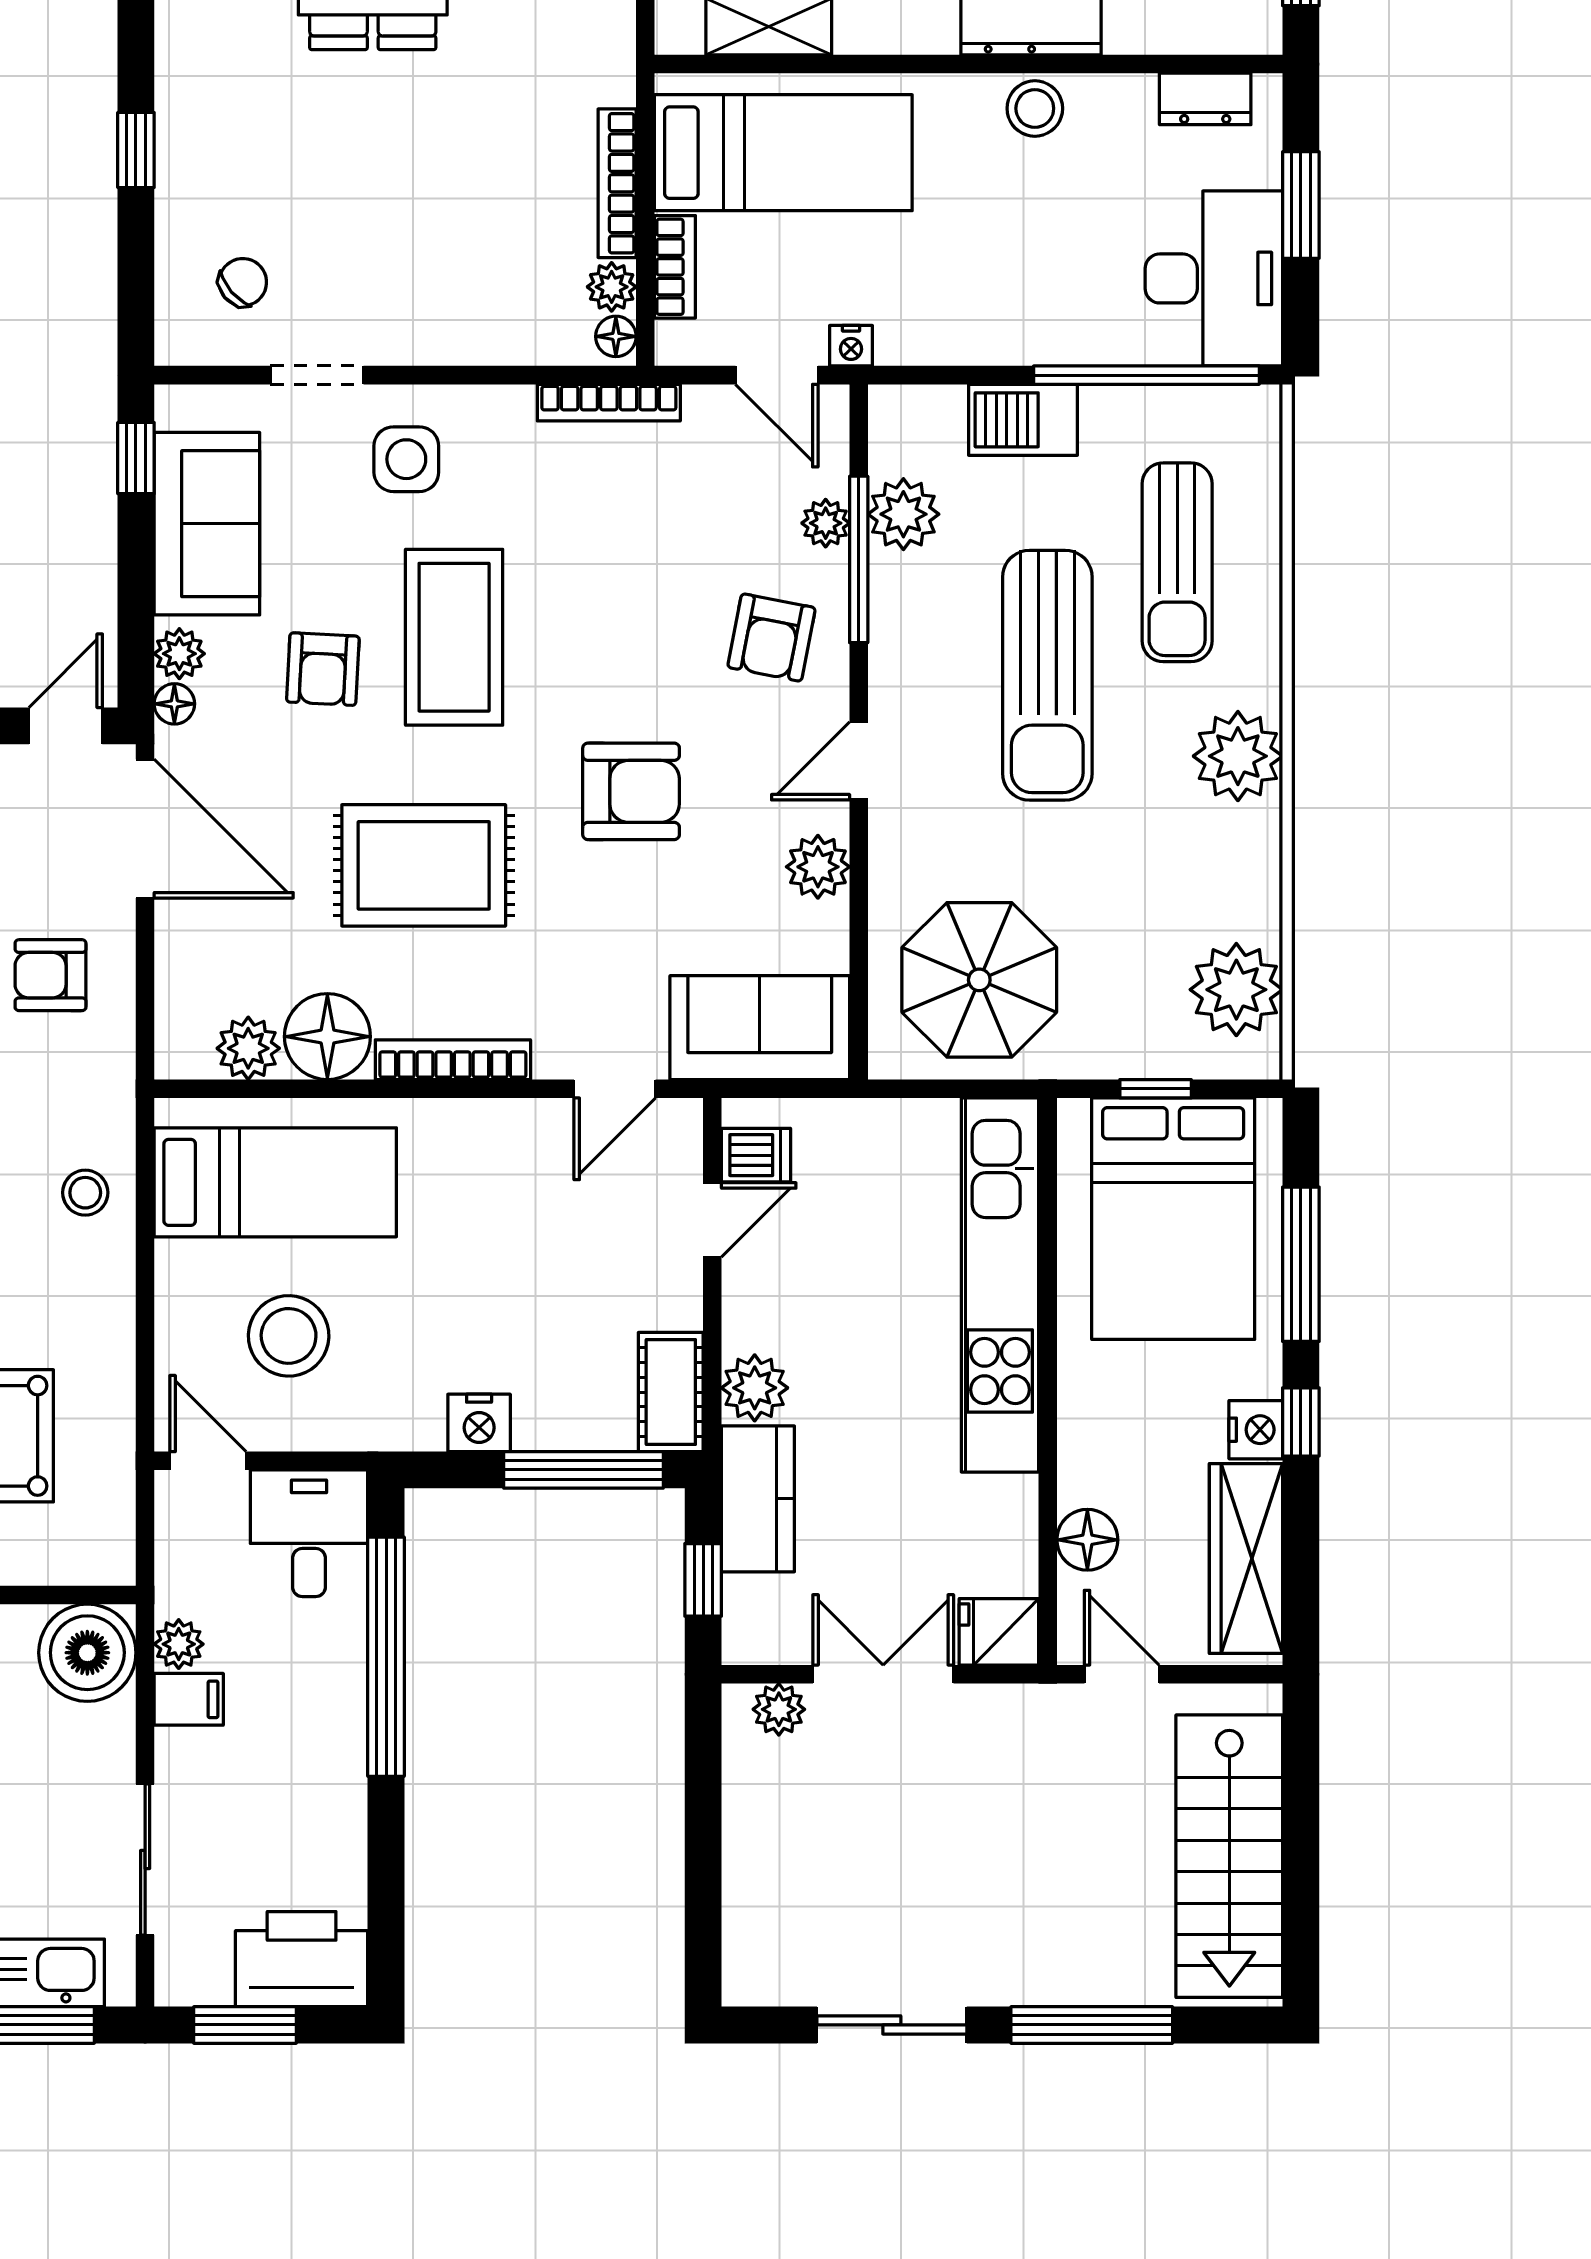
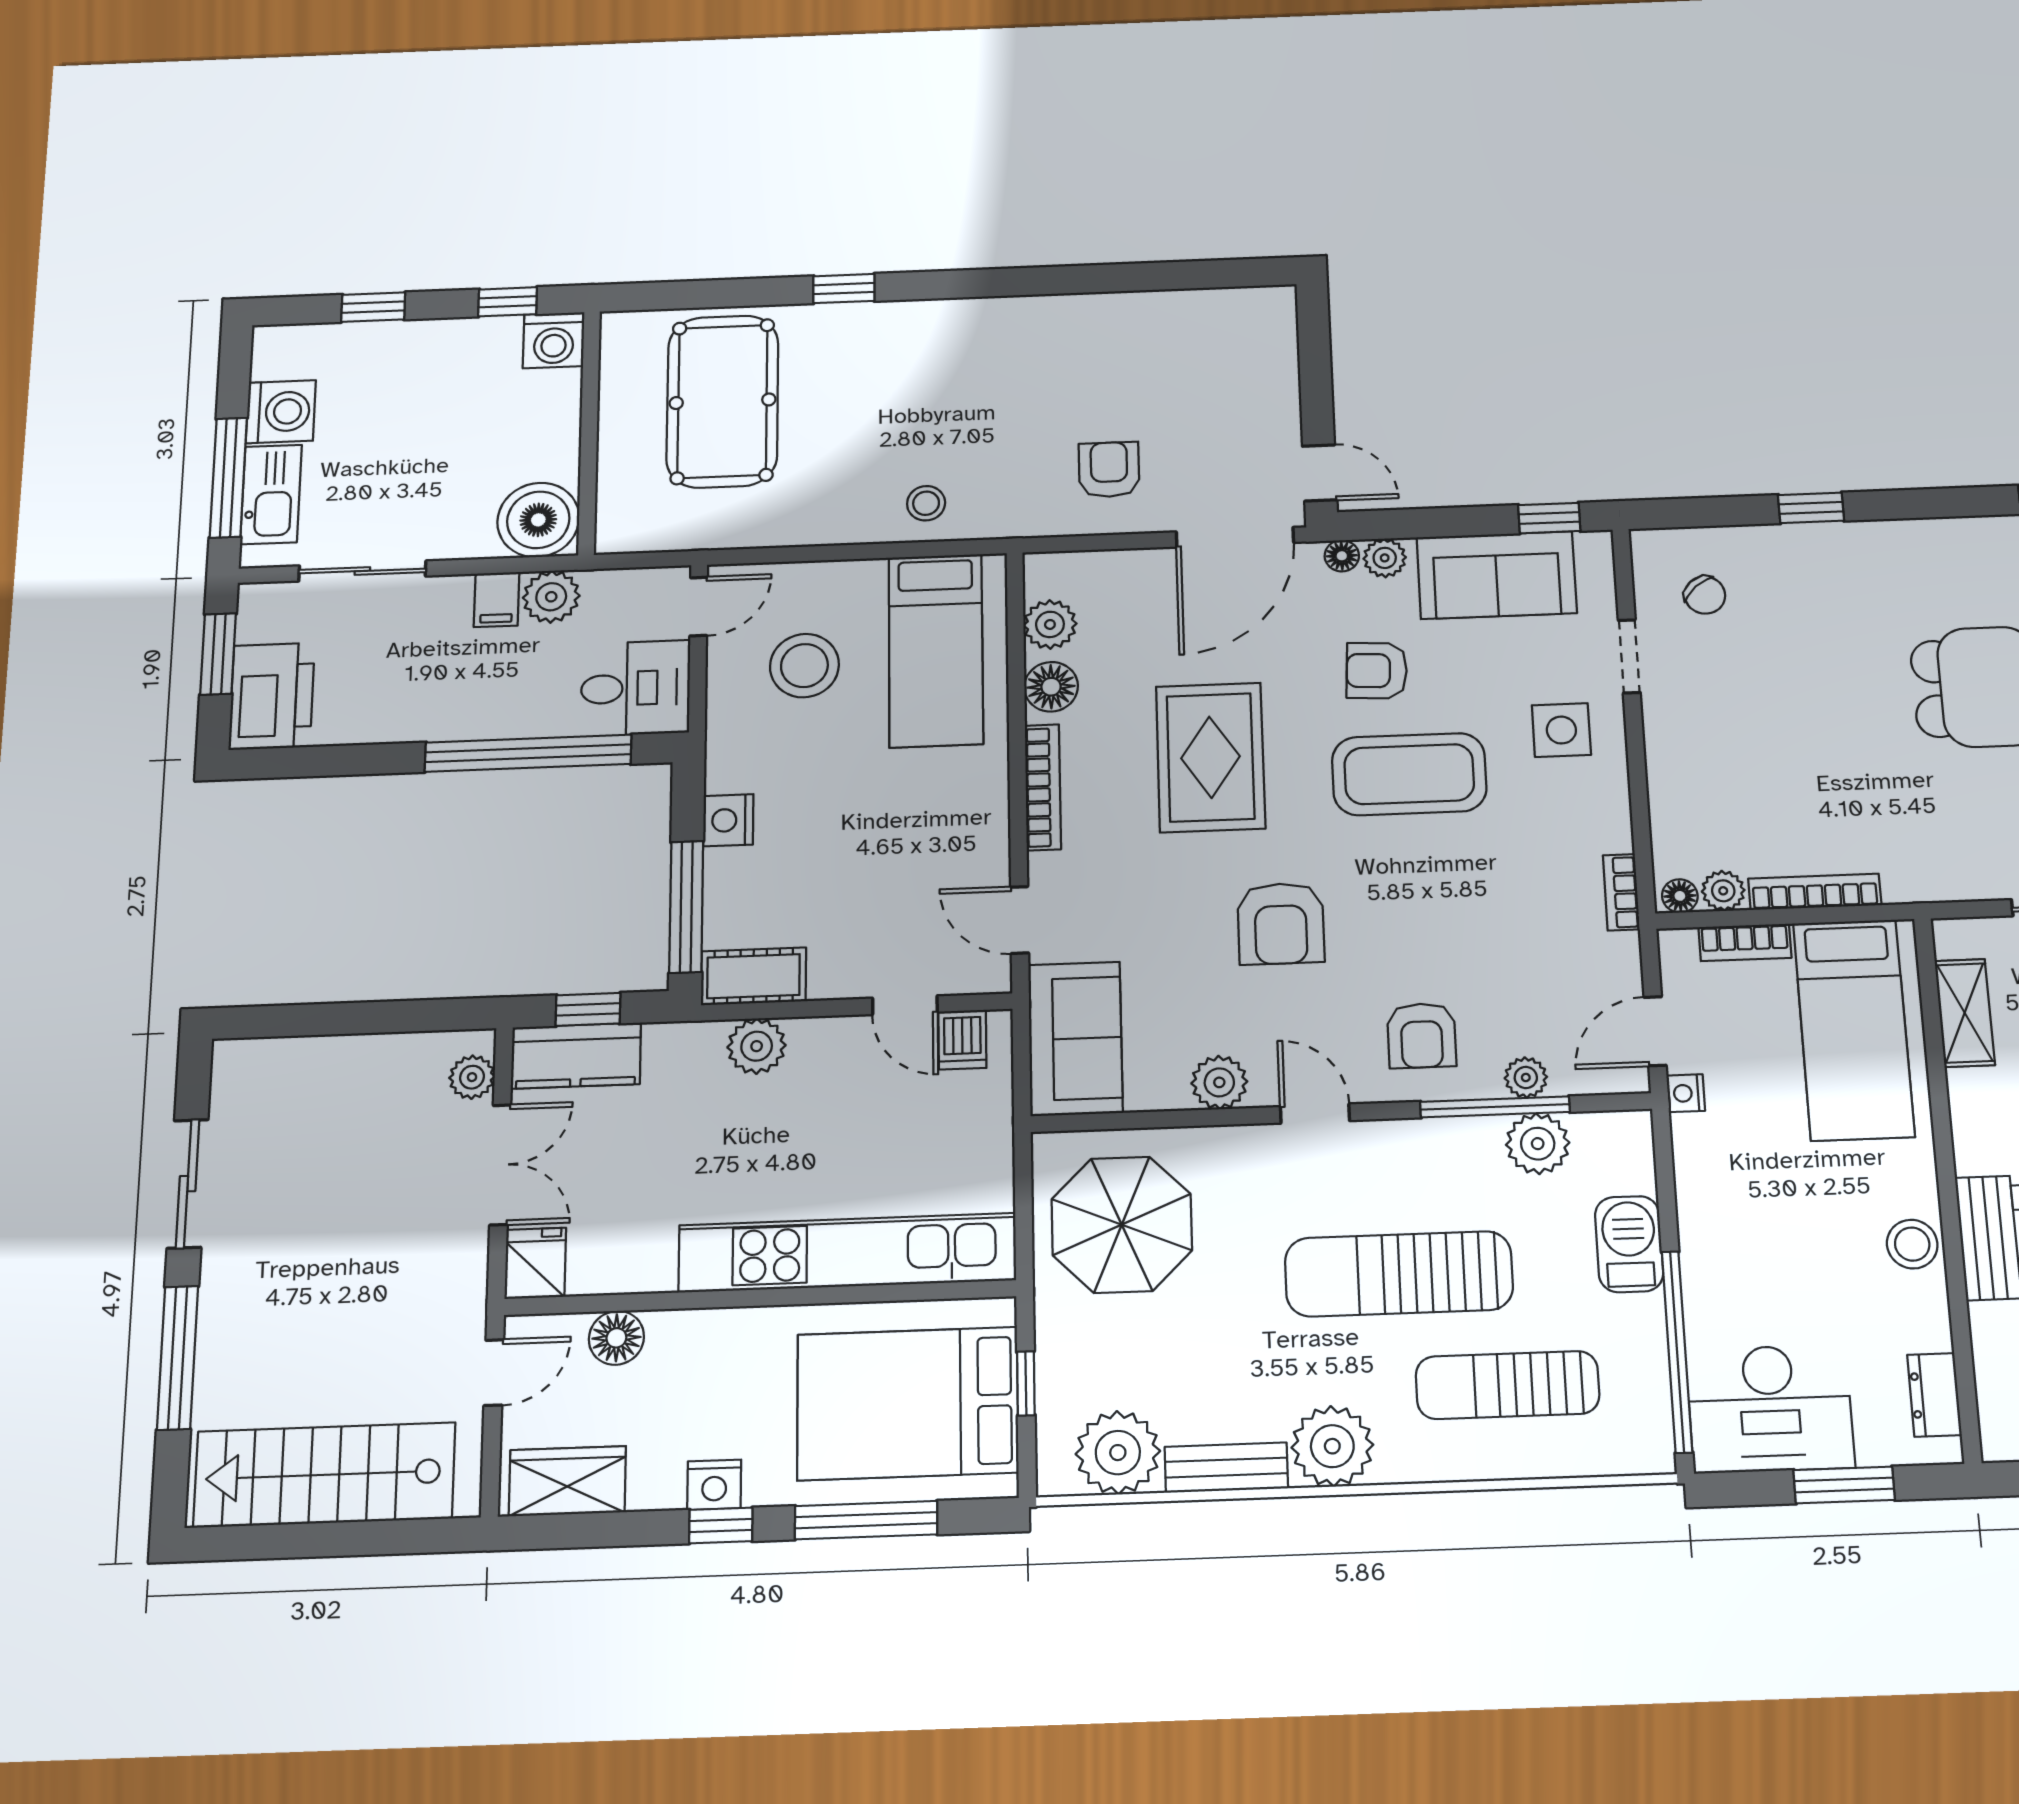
bookcase: (609, 403) -> (1621, 892), width x0.64
armchair: (771, 638) -> (1422, 1036), turned -101
bench: (1257, 872) -> (1226, 1468), added
floor lamp: (327, 1037) -> (1051, 687), width x0.73, depth x0.73
kitchen counter: (758, 1499) -> (576, 1056), moved
wardrobe: (1246, 1559) -> (567, 1481), width x0.67
plant: (179, 1644) -> (551, 597), width x1.38, depth x1.38

